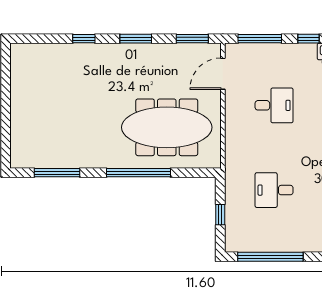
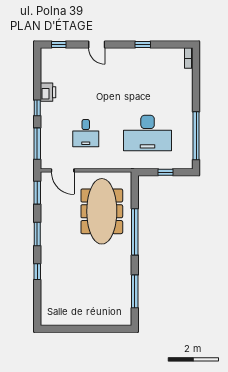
desk: (274, 105) -> (86, 133), turned 180
desk: (274, 190) -> (148, 133), width x1.87, depth x1.30

